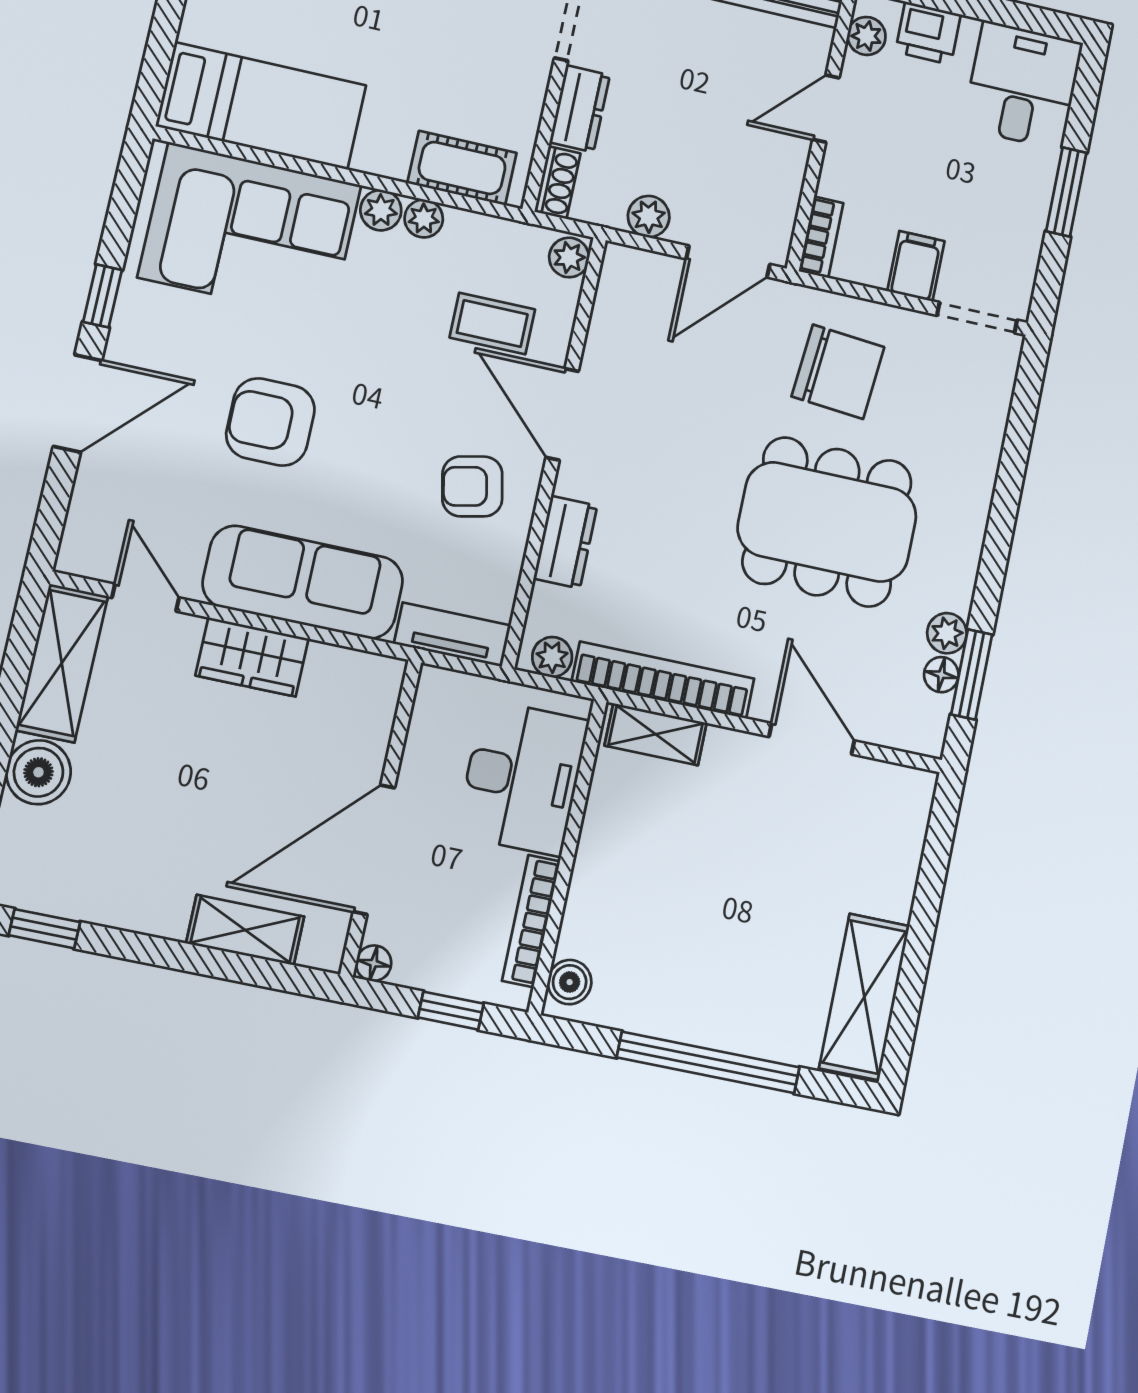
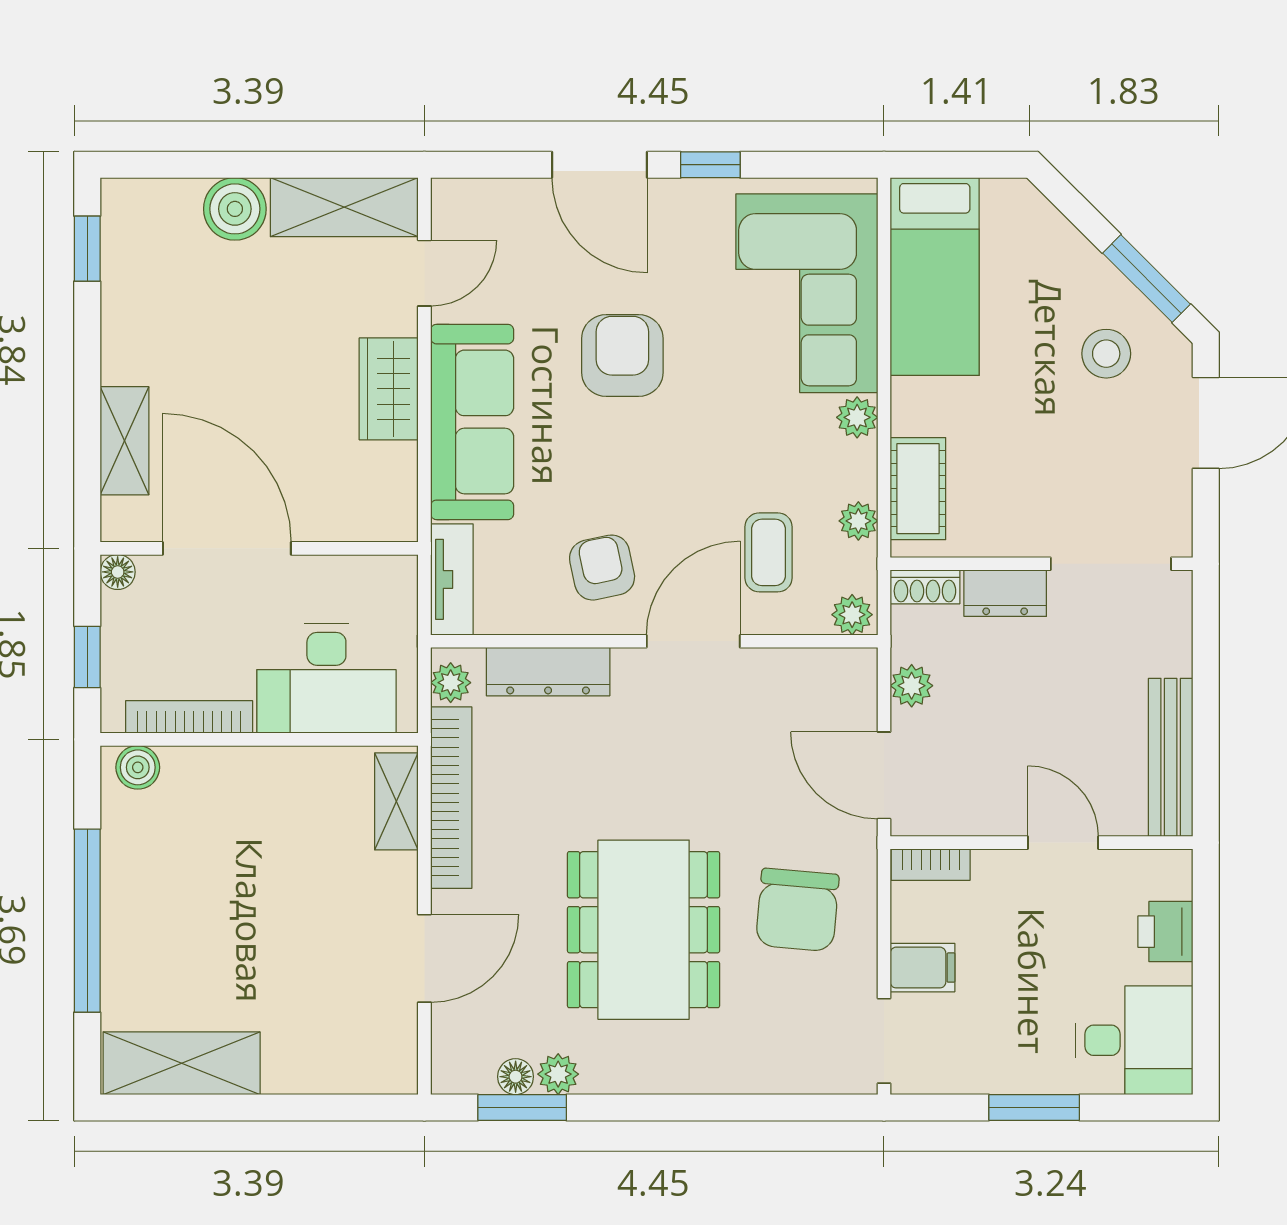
plant: (867, 36) -> (1148, 869), removed
plant: (424, 219) -> (858, 521), moved
dresser: (565, 542) -> (548, 672), width x1.44

